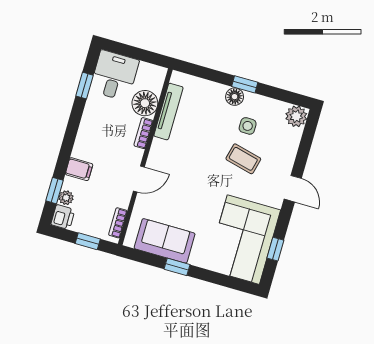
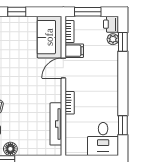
floor lamp: (145, 103) -> (75, 125), removed
filing cabinet: (79, 169) -> (74, 51), moved, turned 180
window: (88, 241) -> (88, 12), width x1.50
sofa: (165, 241) -> (49, 37), moved, turned 90

